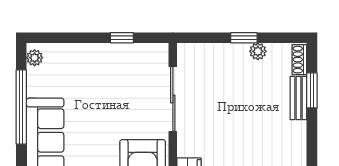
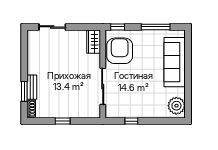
plant: (258, 51) -> (55, 113), removed
plant: (35, 58) -> (176, 106), width x1.88, depth x1.88
window: (21, 107) -> (188, 82), removed

